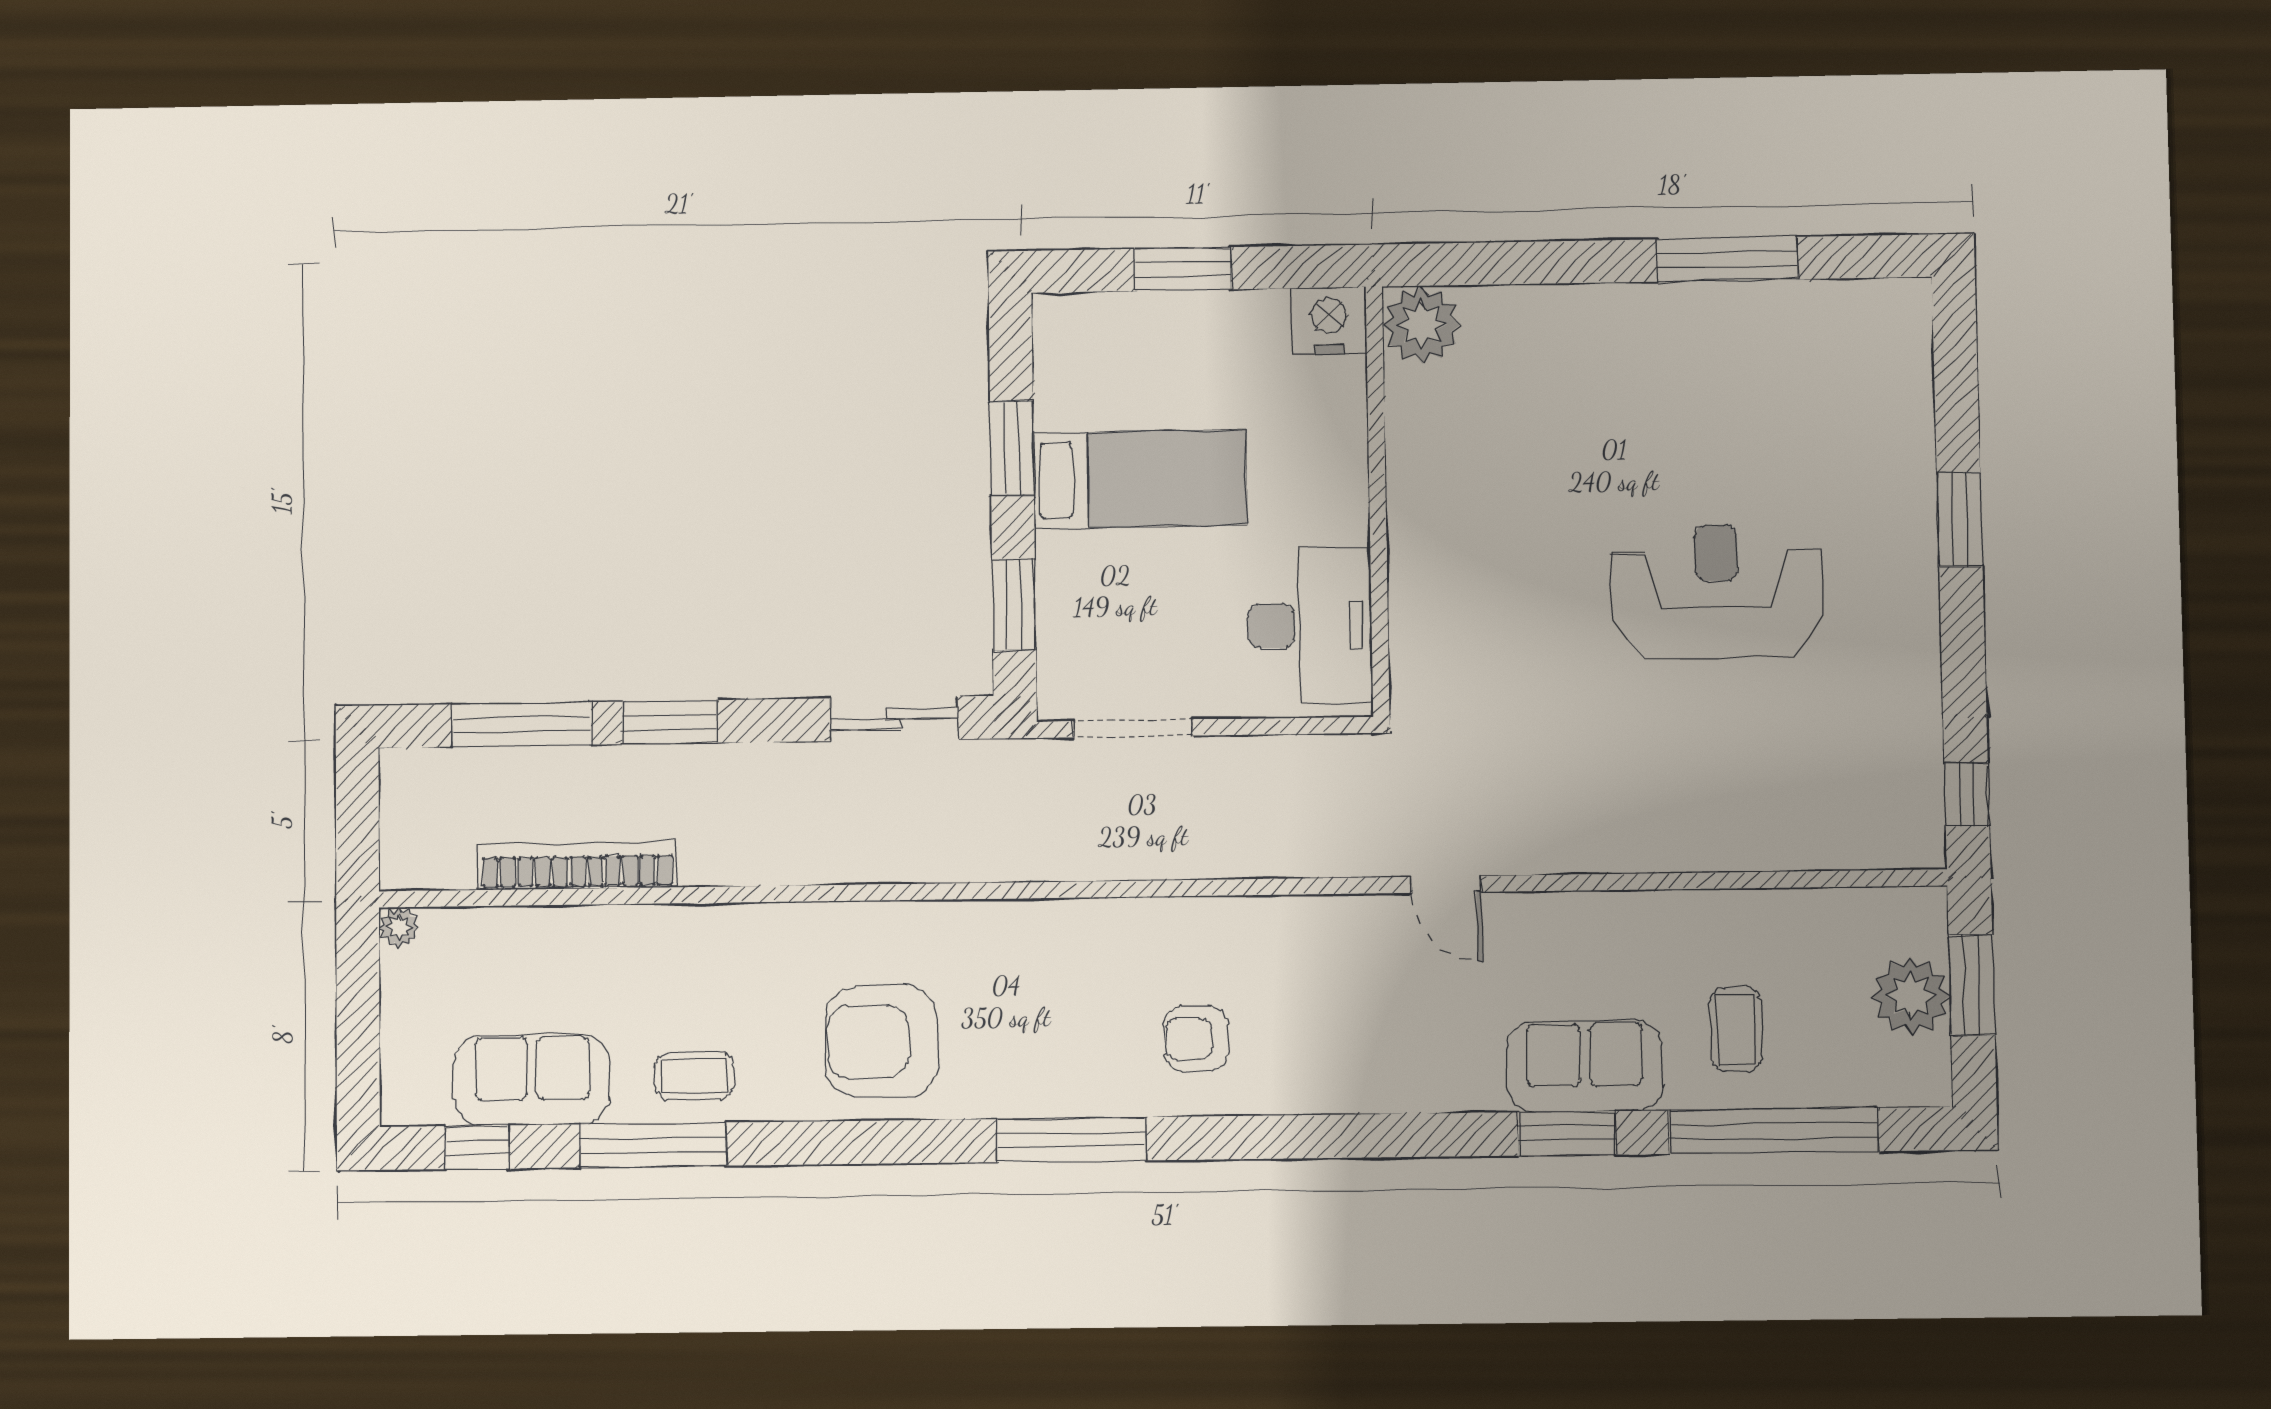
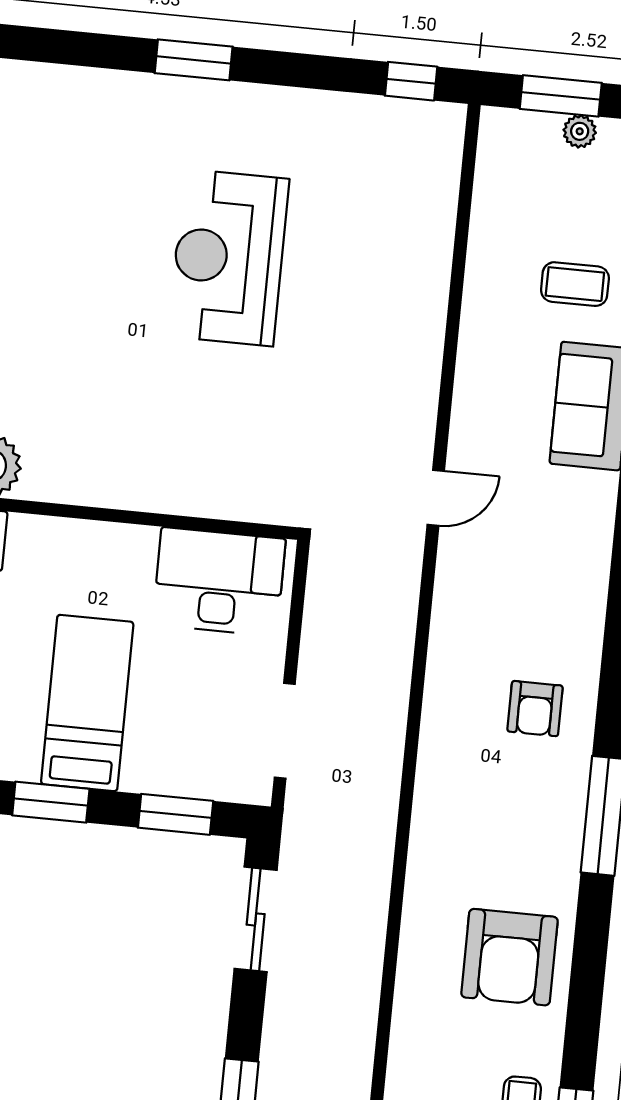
plant: (1911, 996) -> (580, 131), width x0.53, depth x0.53

